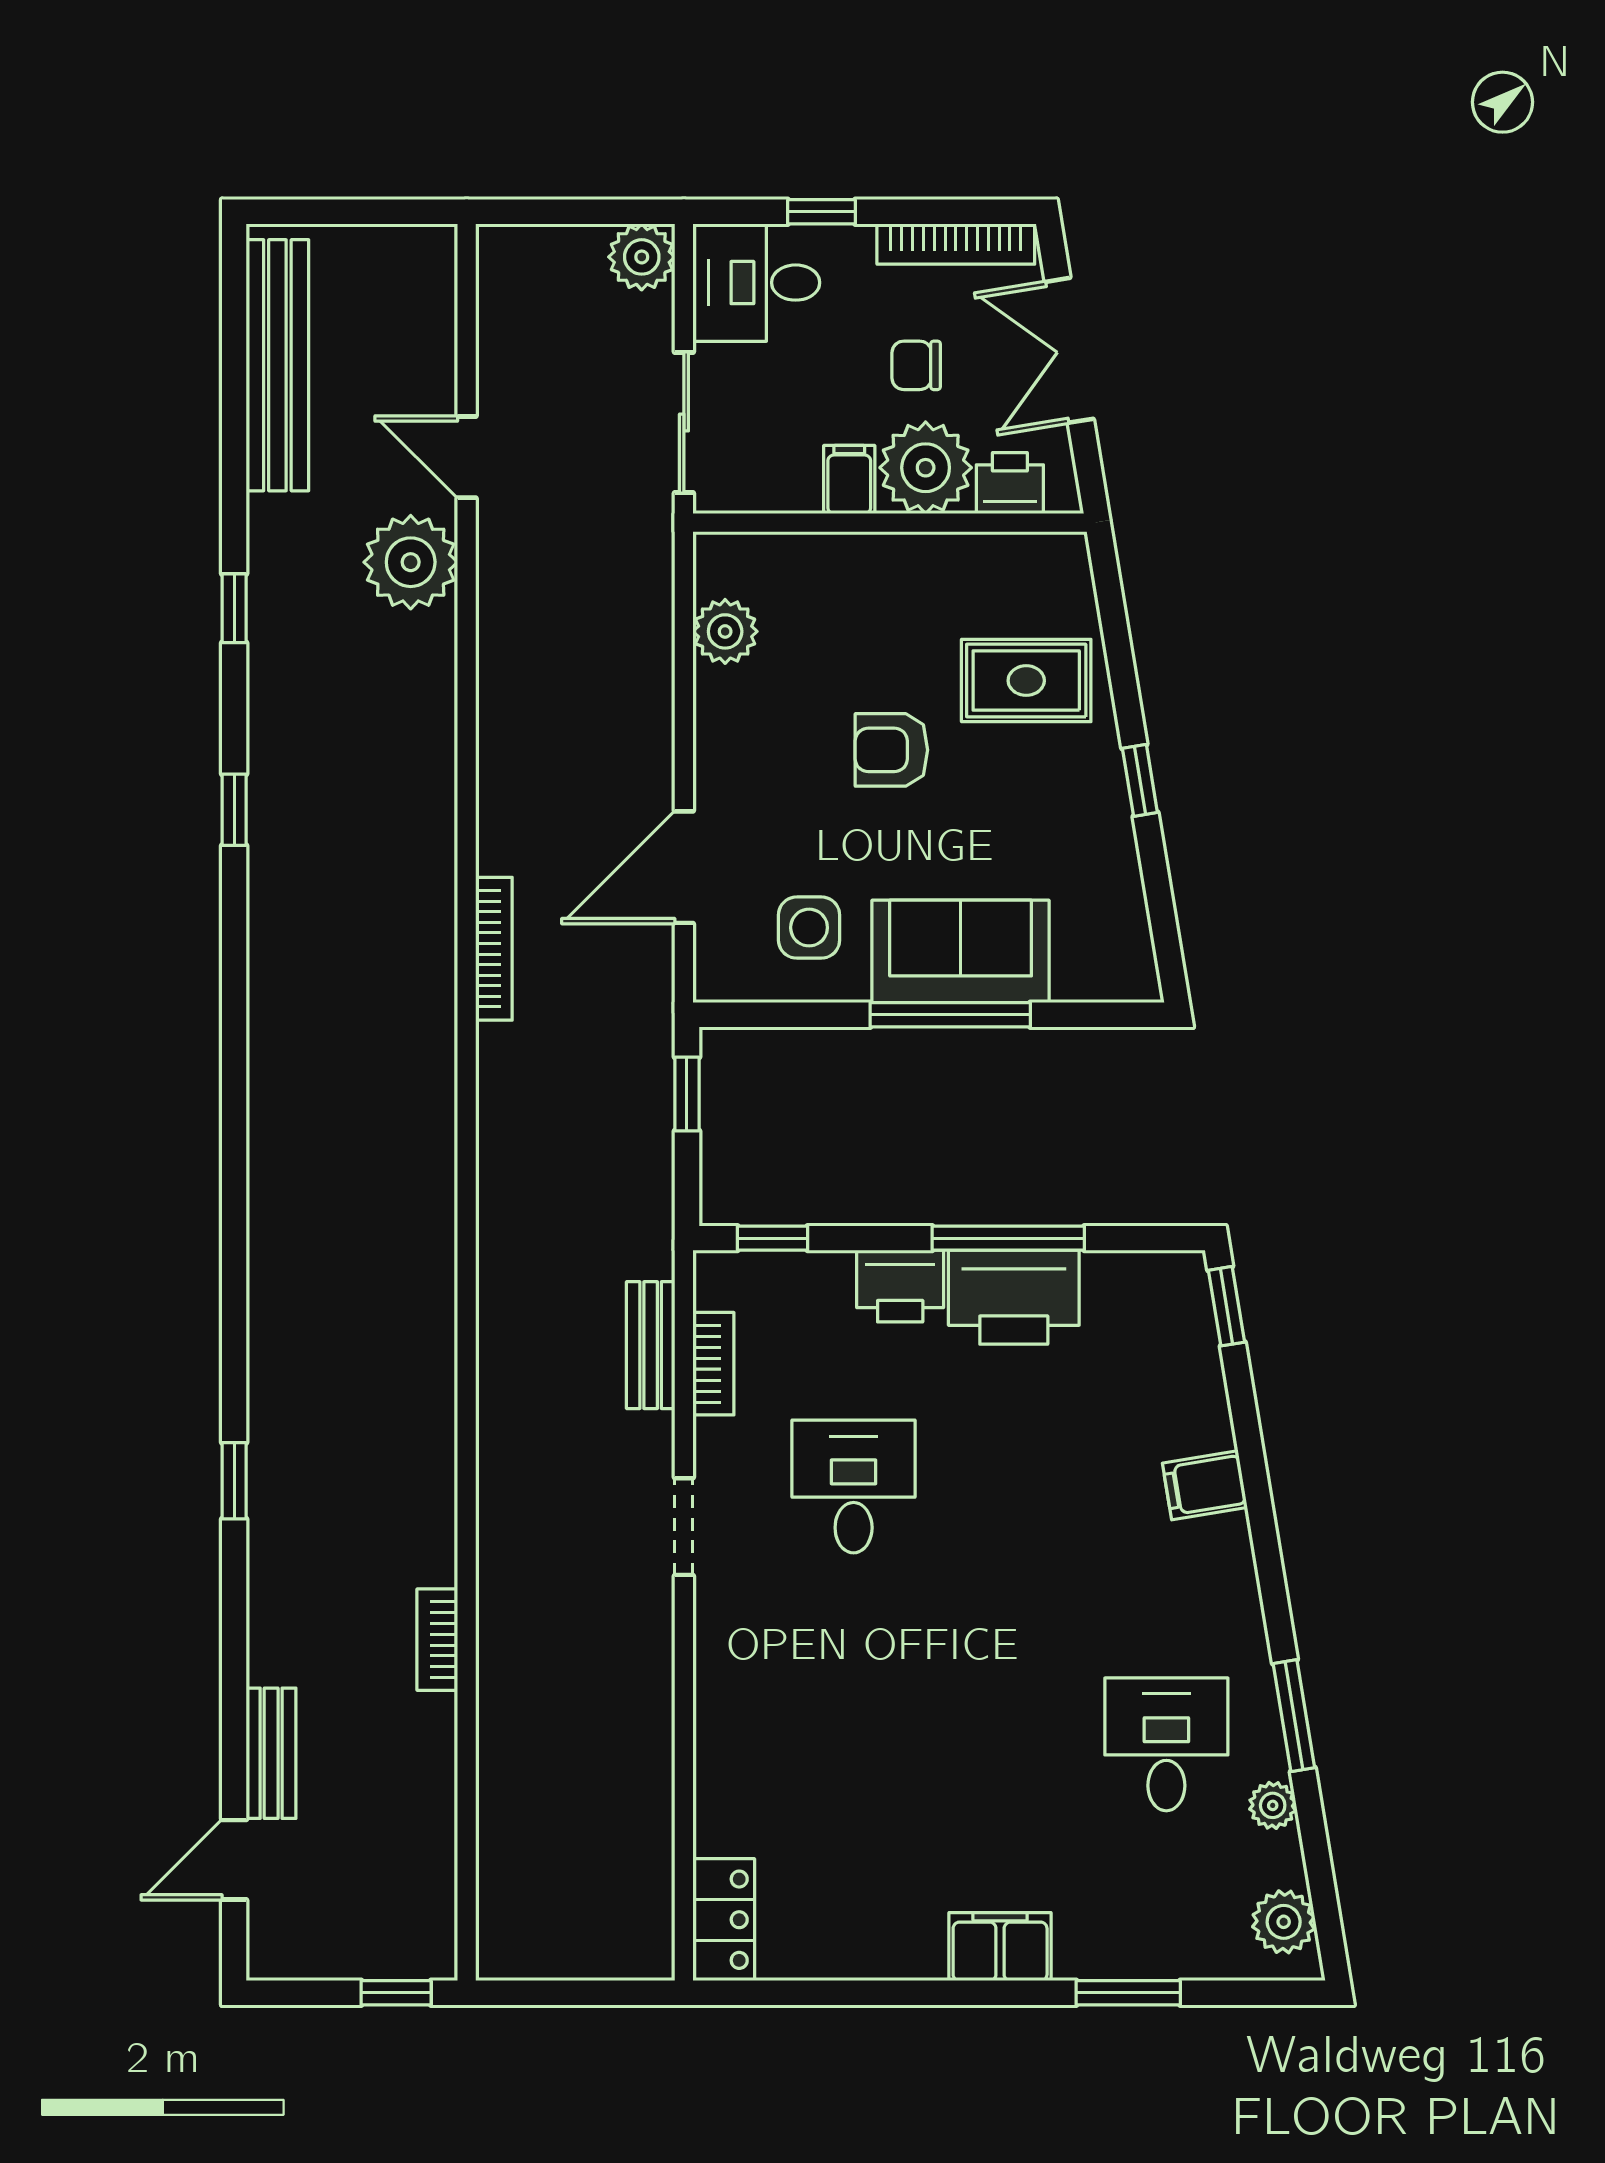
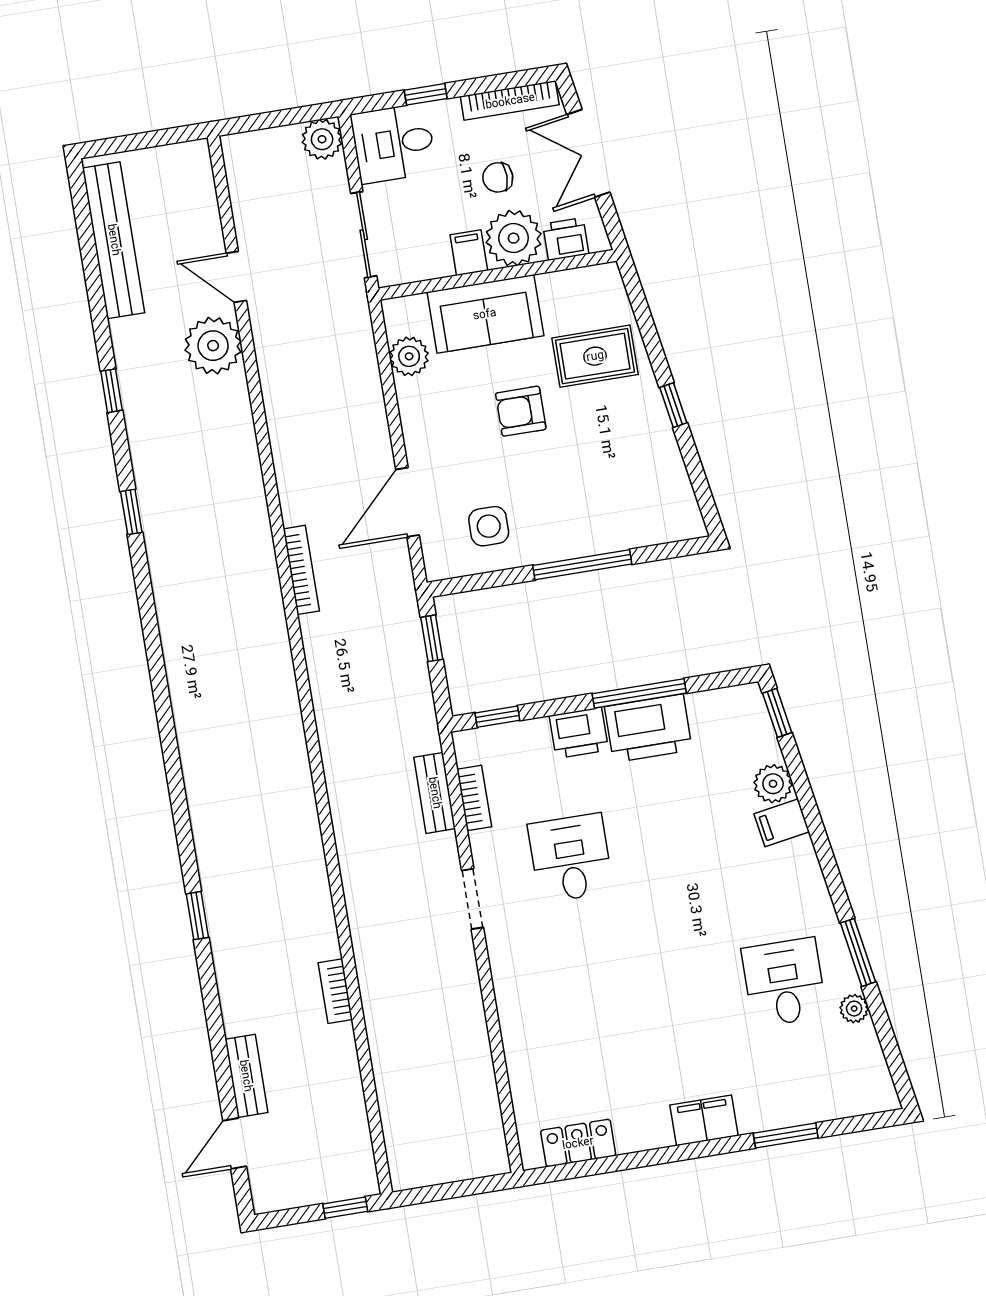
sofa: (961, 951) -> (485, 314), moved, turned 180
locker: (724, 1920) -> (578, 1143), moved, turned -90
plant: (1284, 1922) -> (773, 784), moved

